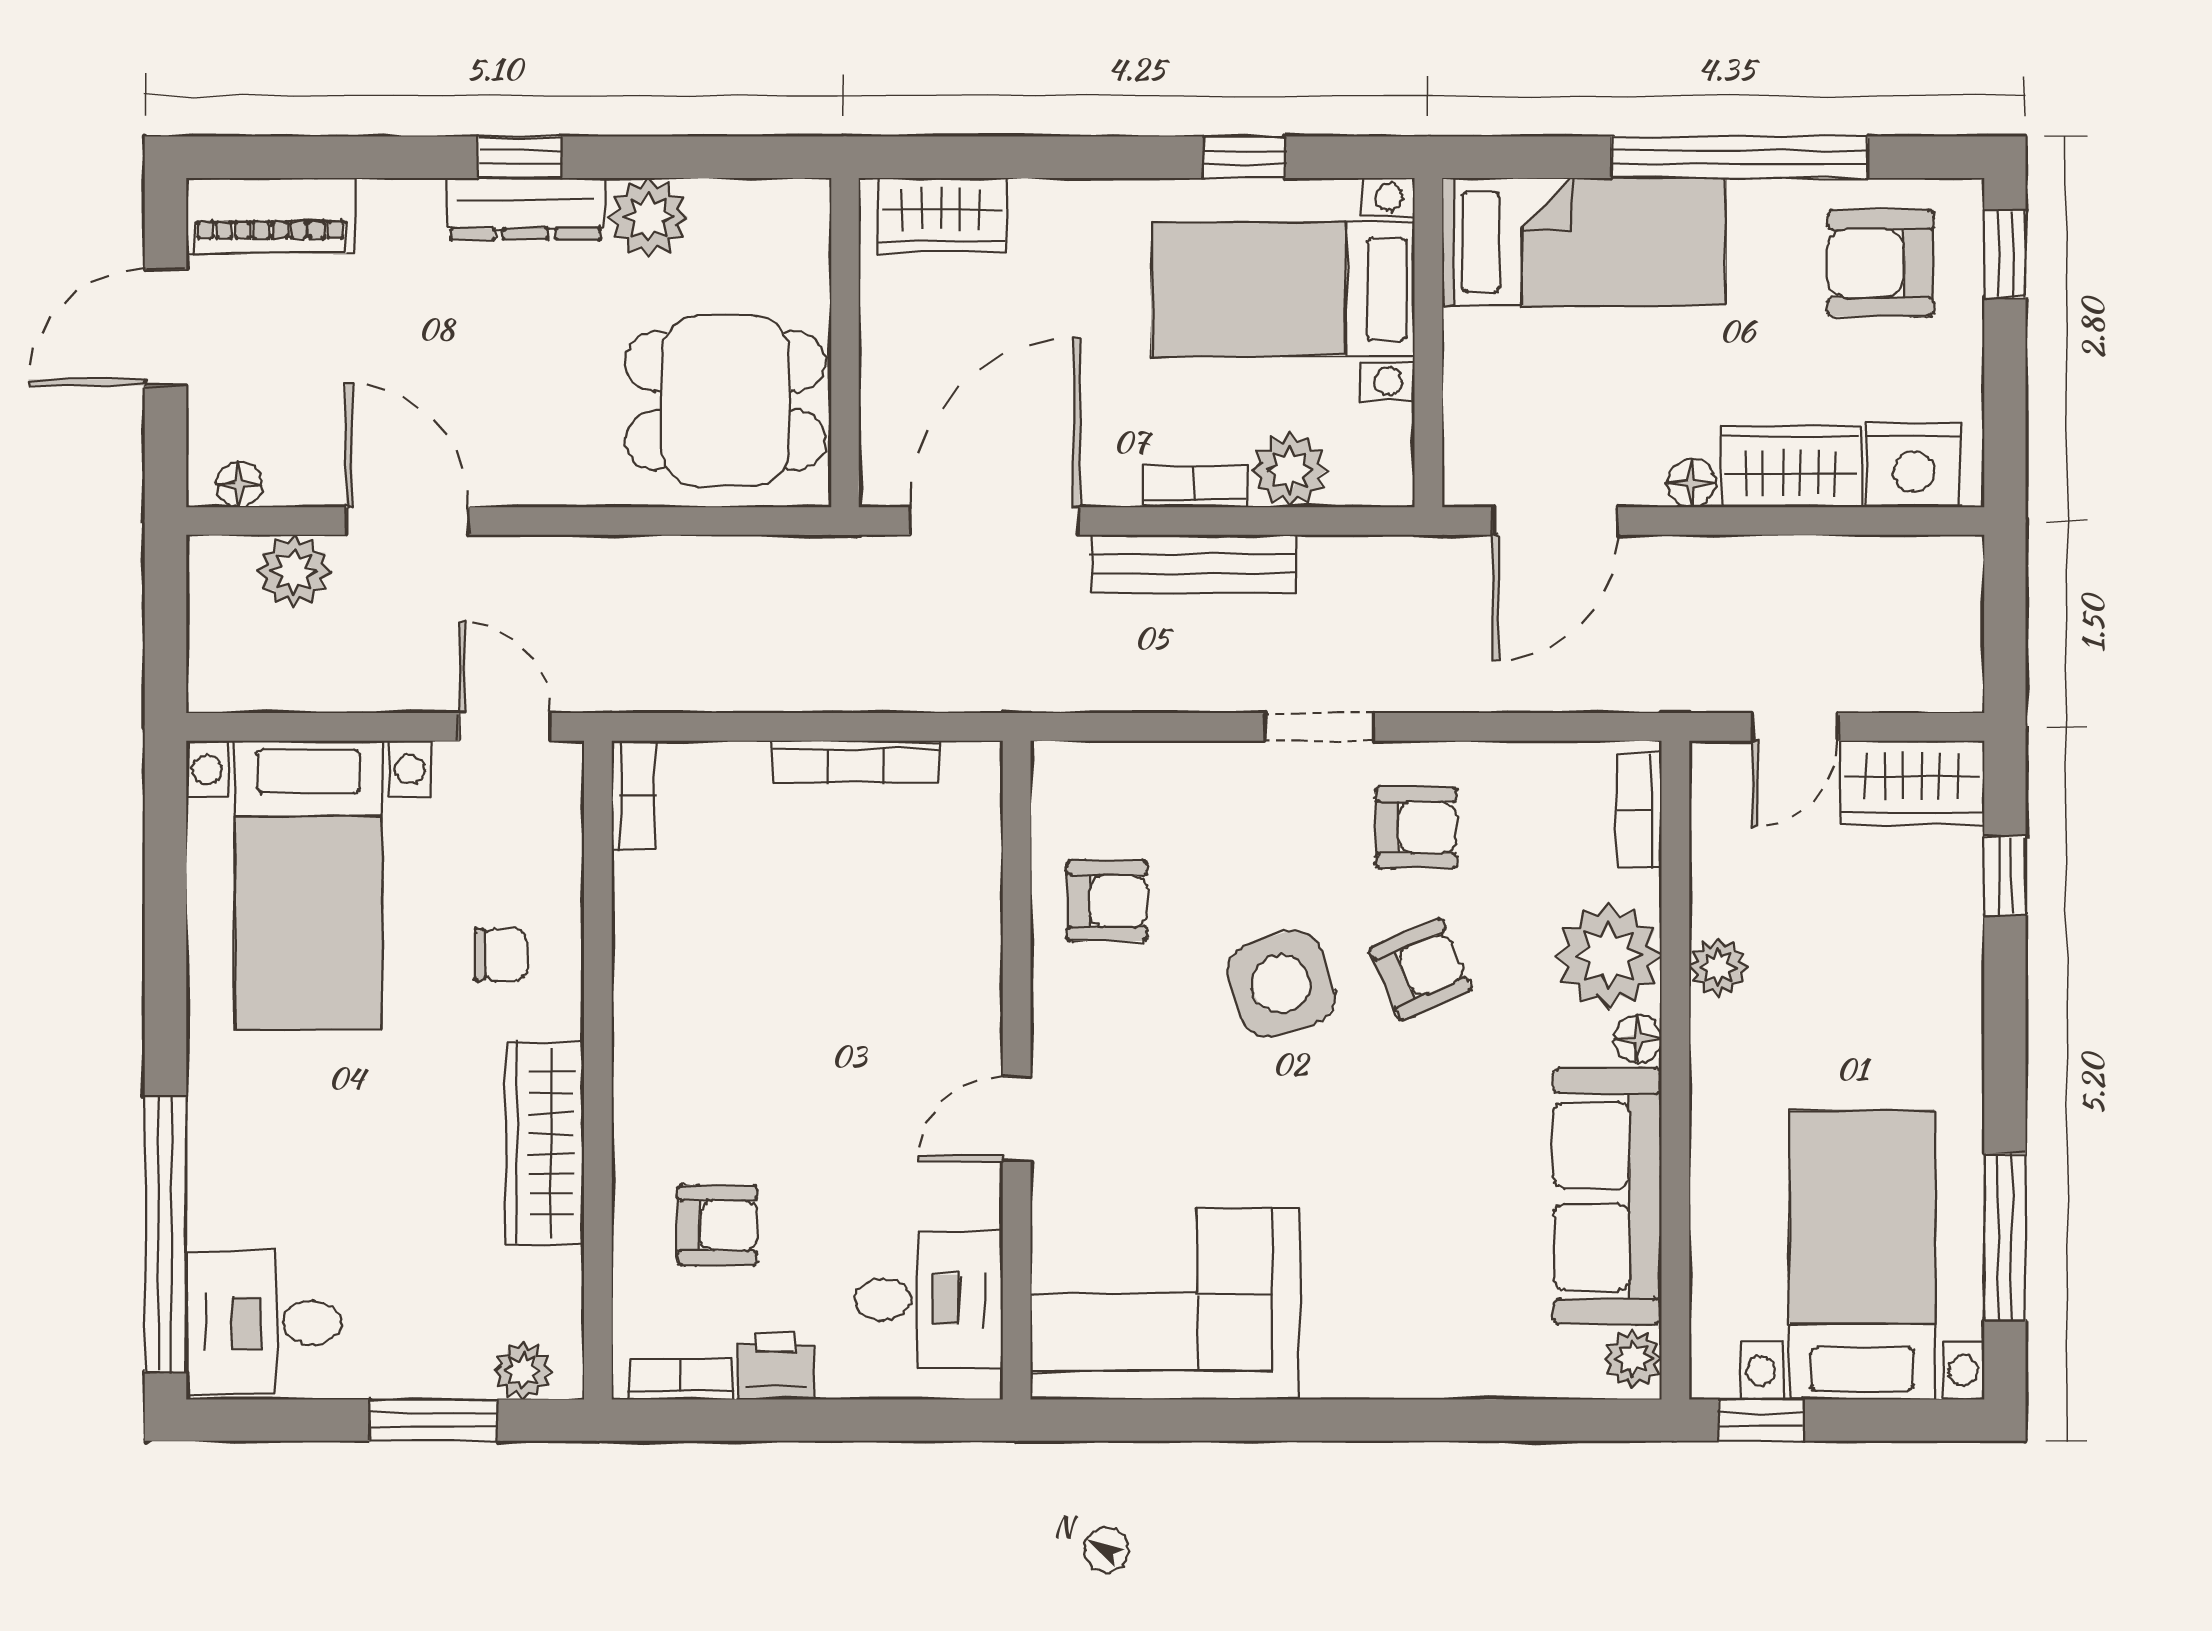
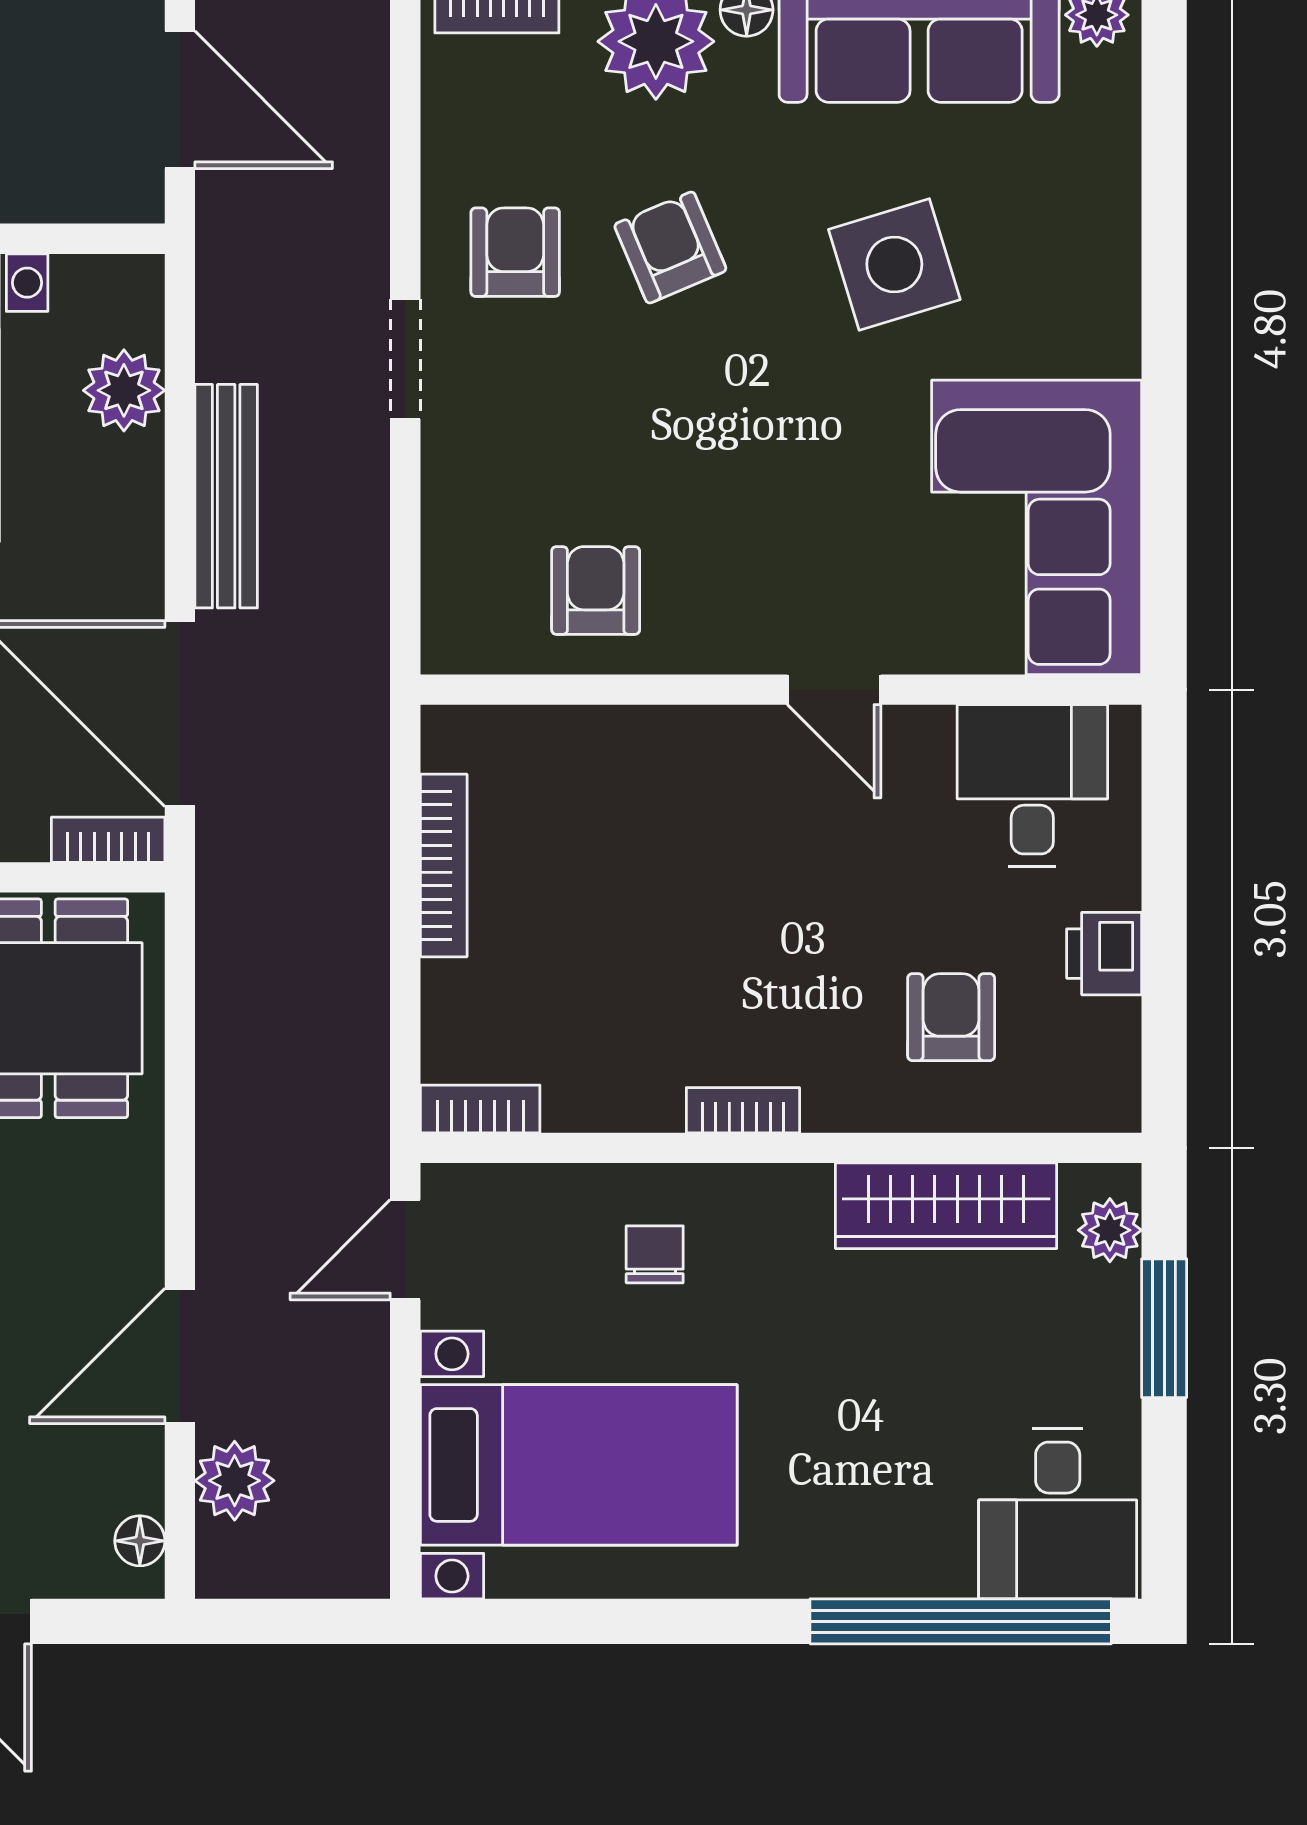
bookcase: (1195, 487) -> (108, 840), moved, turned 90
side table: (1281, 984) -> (894, 264), moved
wardrobe: (545, 1143) -> (946, 1206), moved
bookcase: (681, 1379) -> (743, 1110), moved, turned 90

